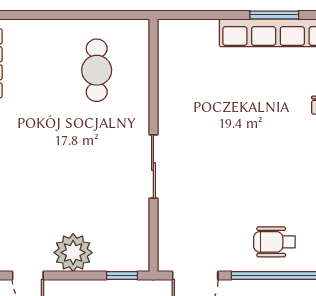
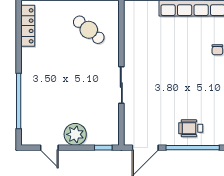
cafe table: (97, 70) -> (89, 30), turned -50

